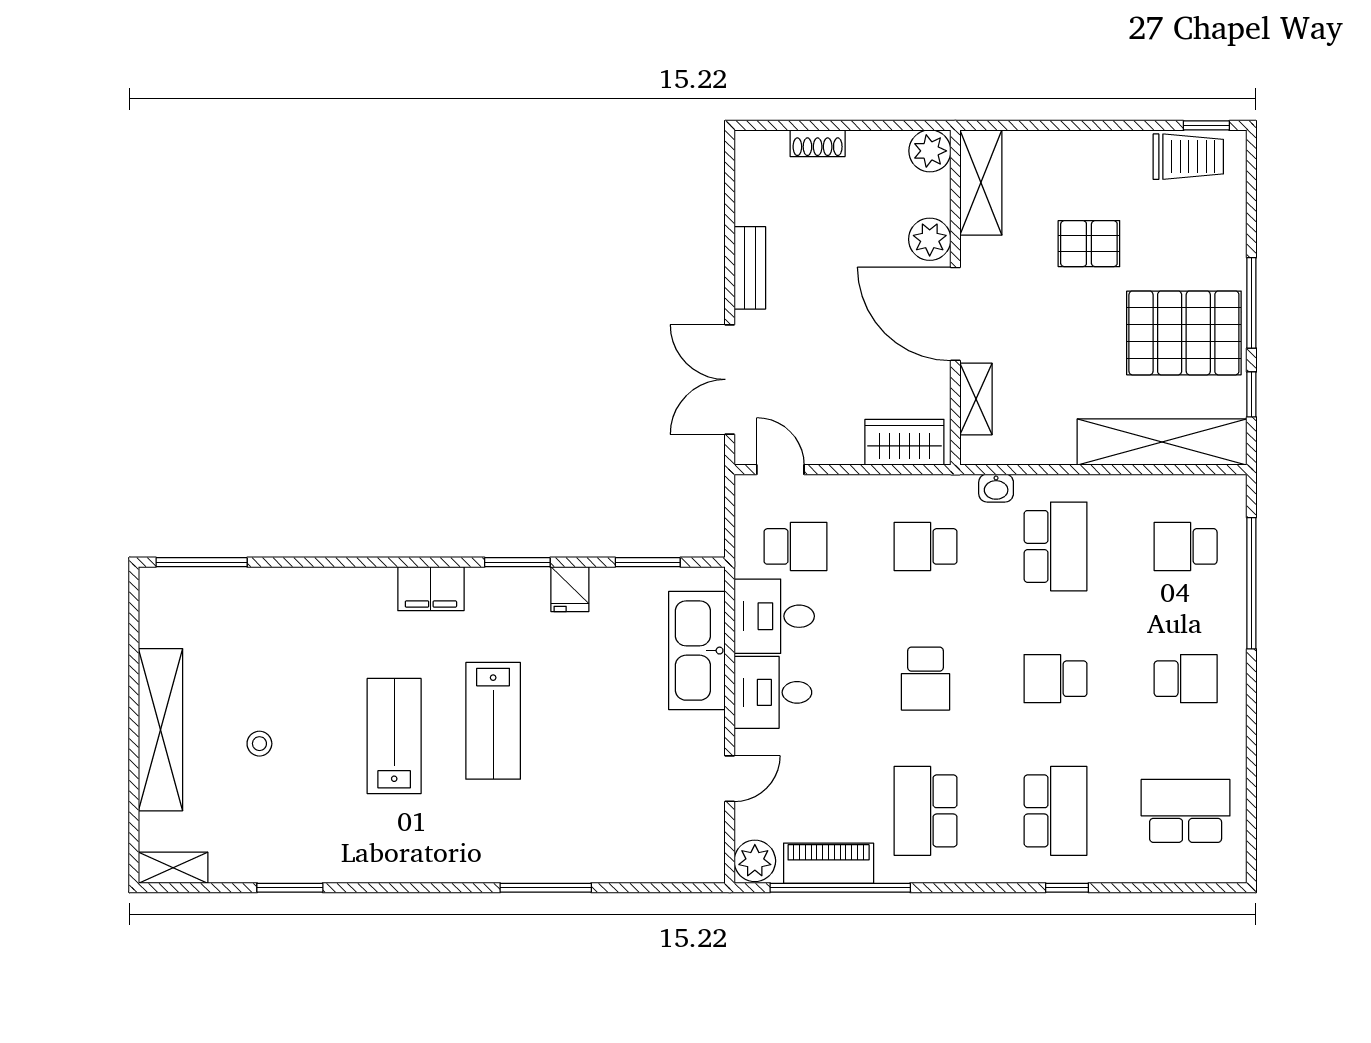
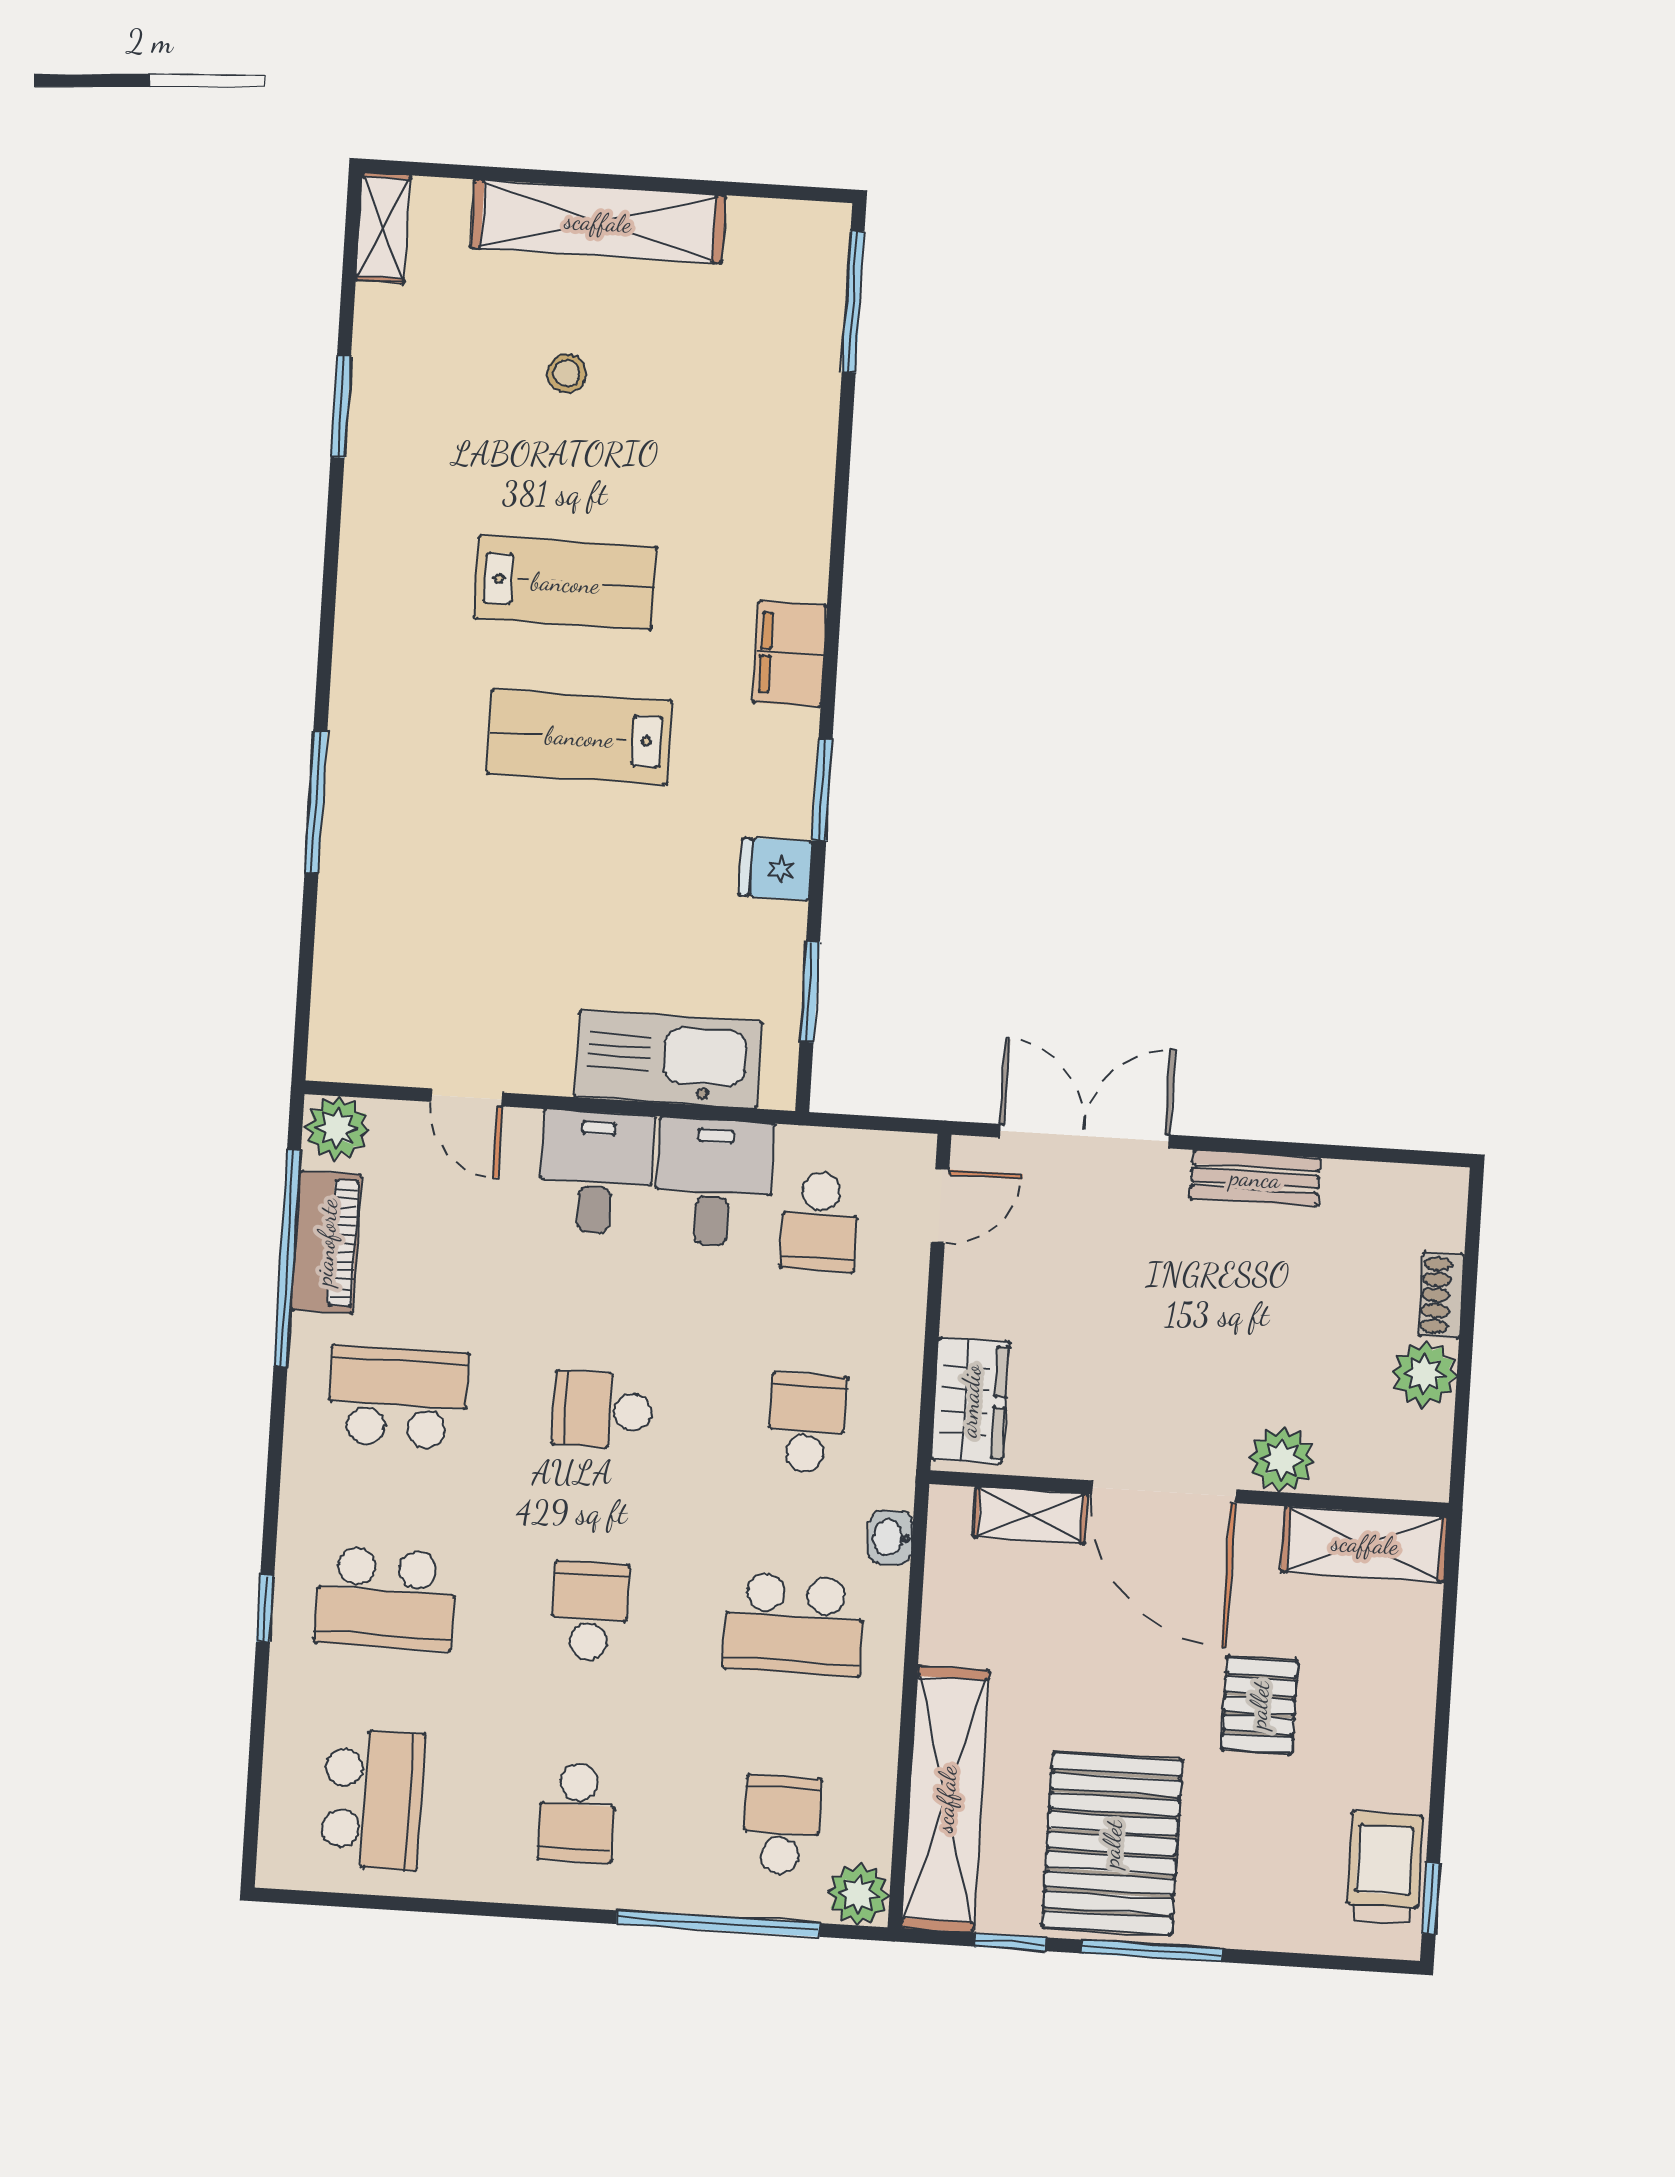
plant: (930, 151) -> (1424, 1374), moved
trolley: (1188, 157) -> (1384, 1867), turned 180
door: (955, 314) -> (1164, 1492), swing flipped
plant: (1227, 494) -> (858, 1894), added

